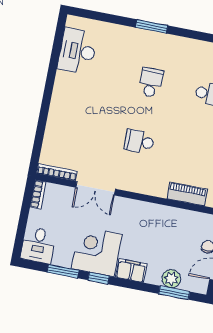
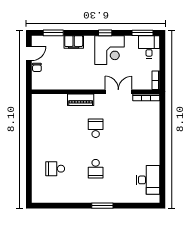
school desk: (139, 141) -> (96, 128), turned -90
piano: (187, 194) -> (81, 100), moved
window: (63, 271) -> (143, 33), moved
filing cabinet: (131, 271) -> (74, 42), moved
plant: (171, 279) -> (57, 42), removed

